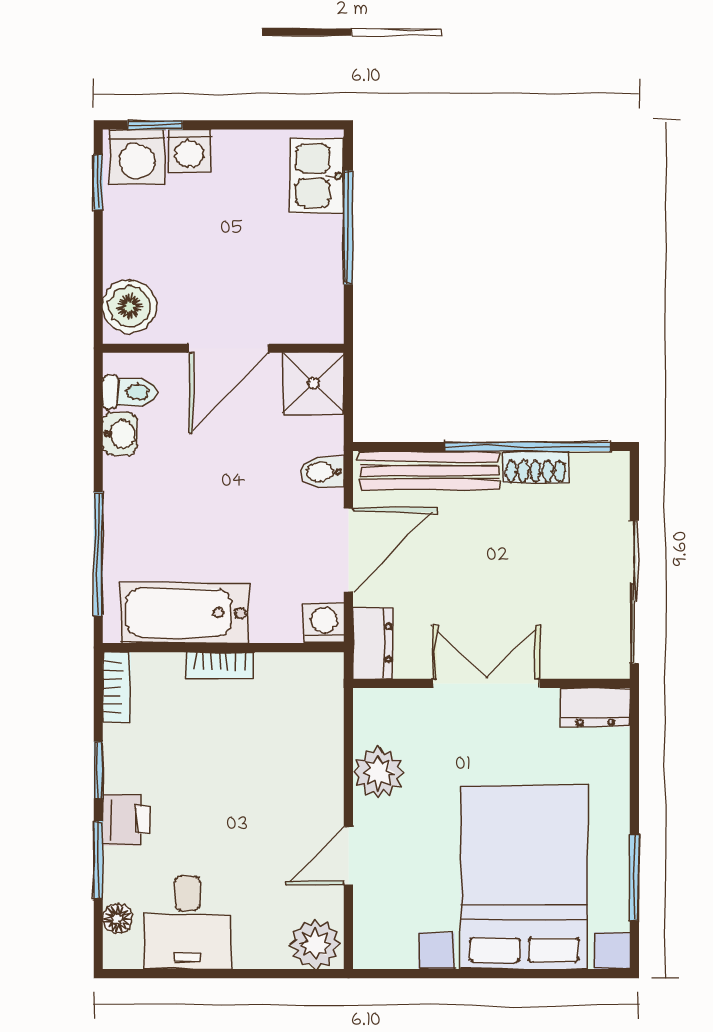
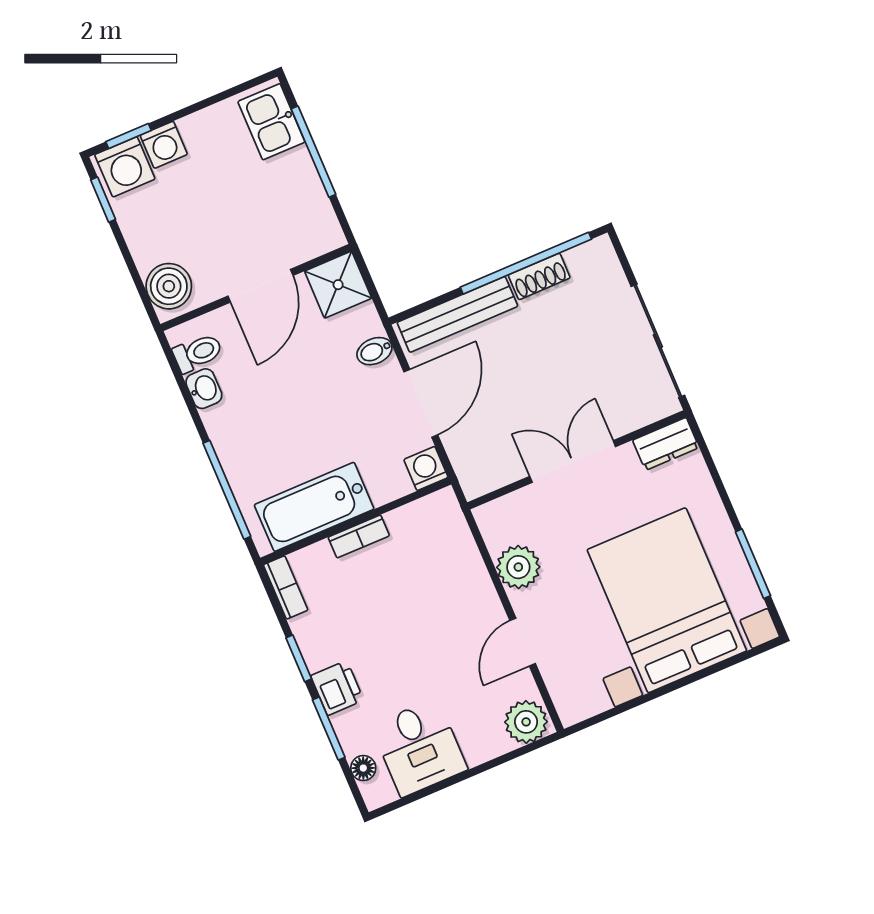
dresser: (373, 643) -> (471, 468), removed

